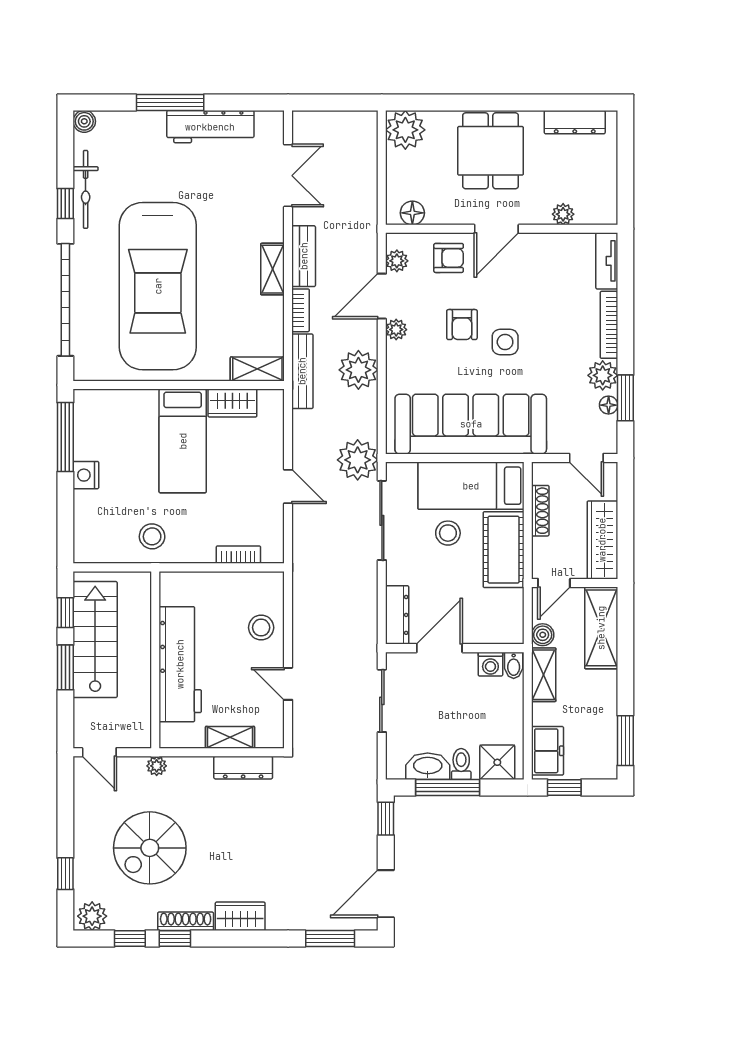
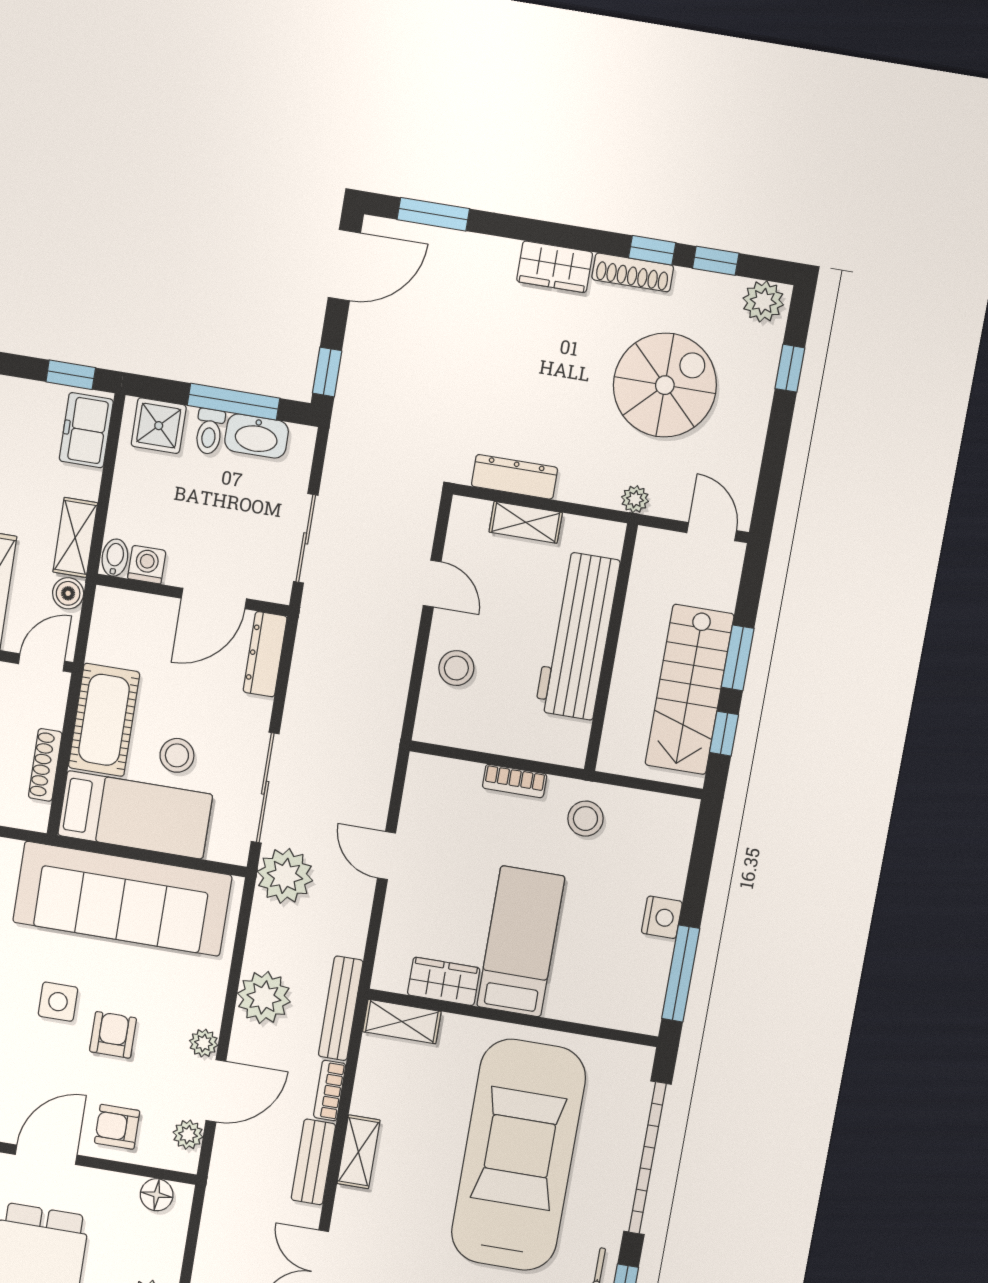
bookcase: (238, 555) -> (515, 781), moved

